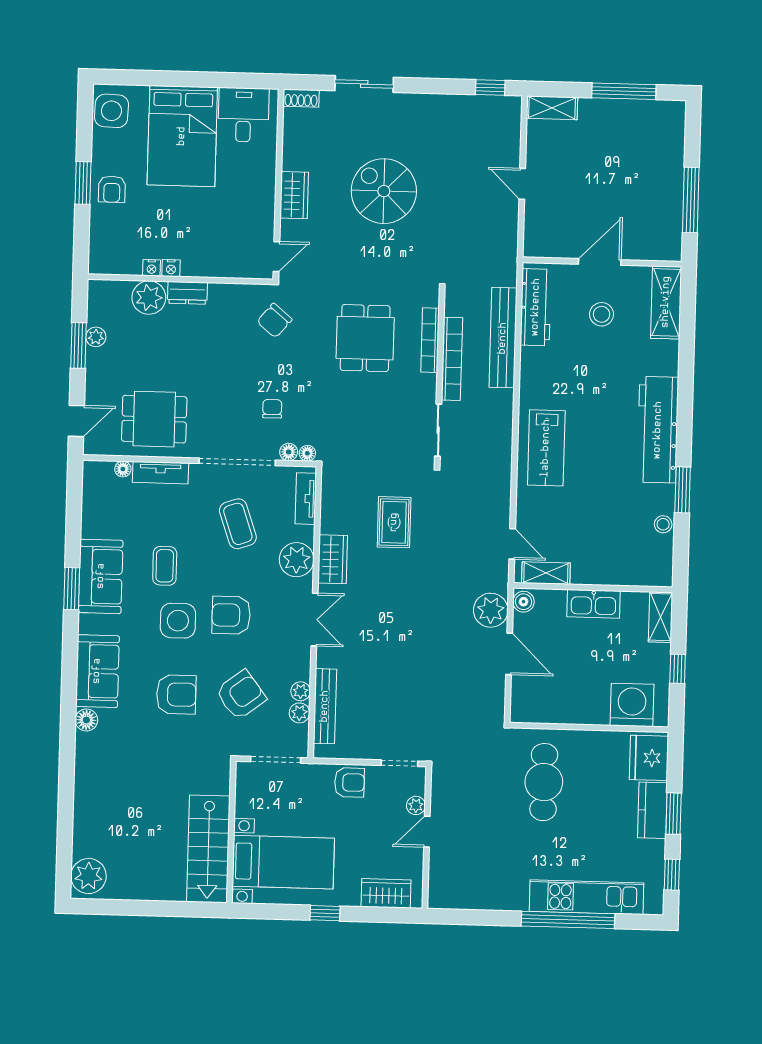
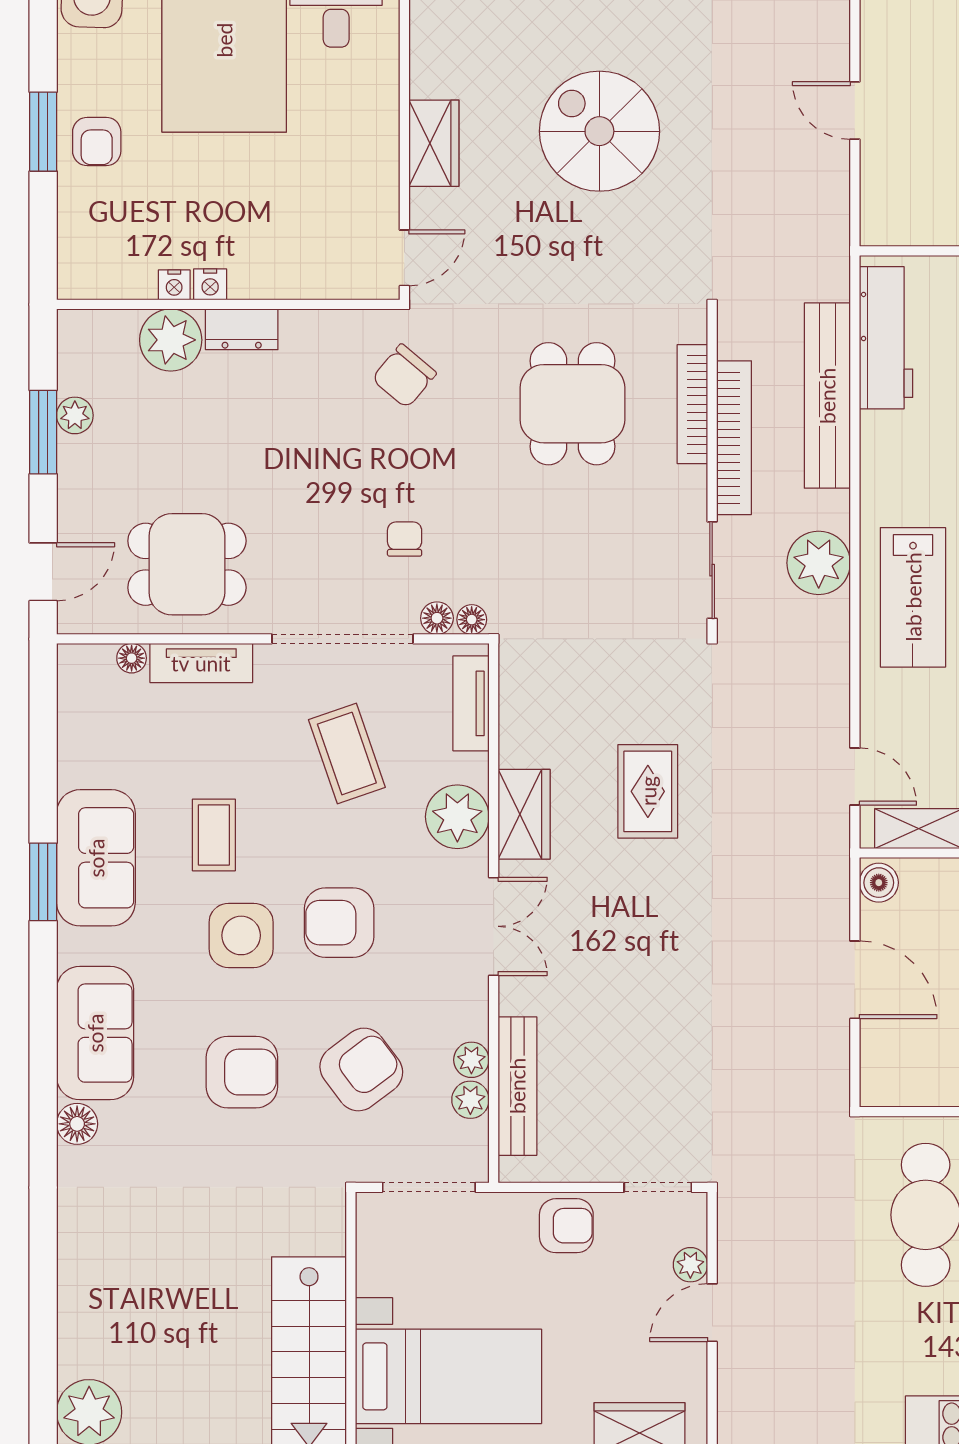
rug: (394, 522) -> (648, 791), moved
plant: (491, 610) -> (819, 563), moved

